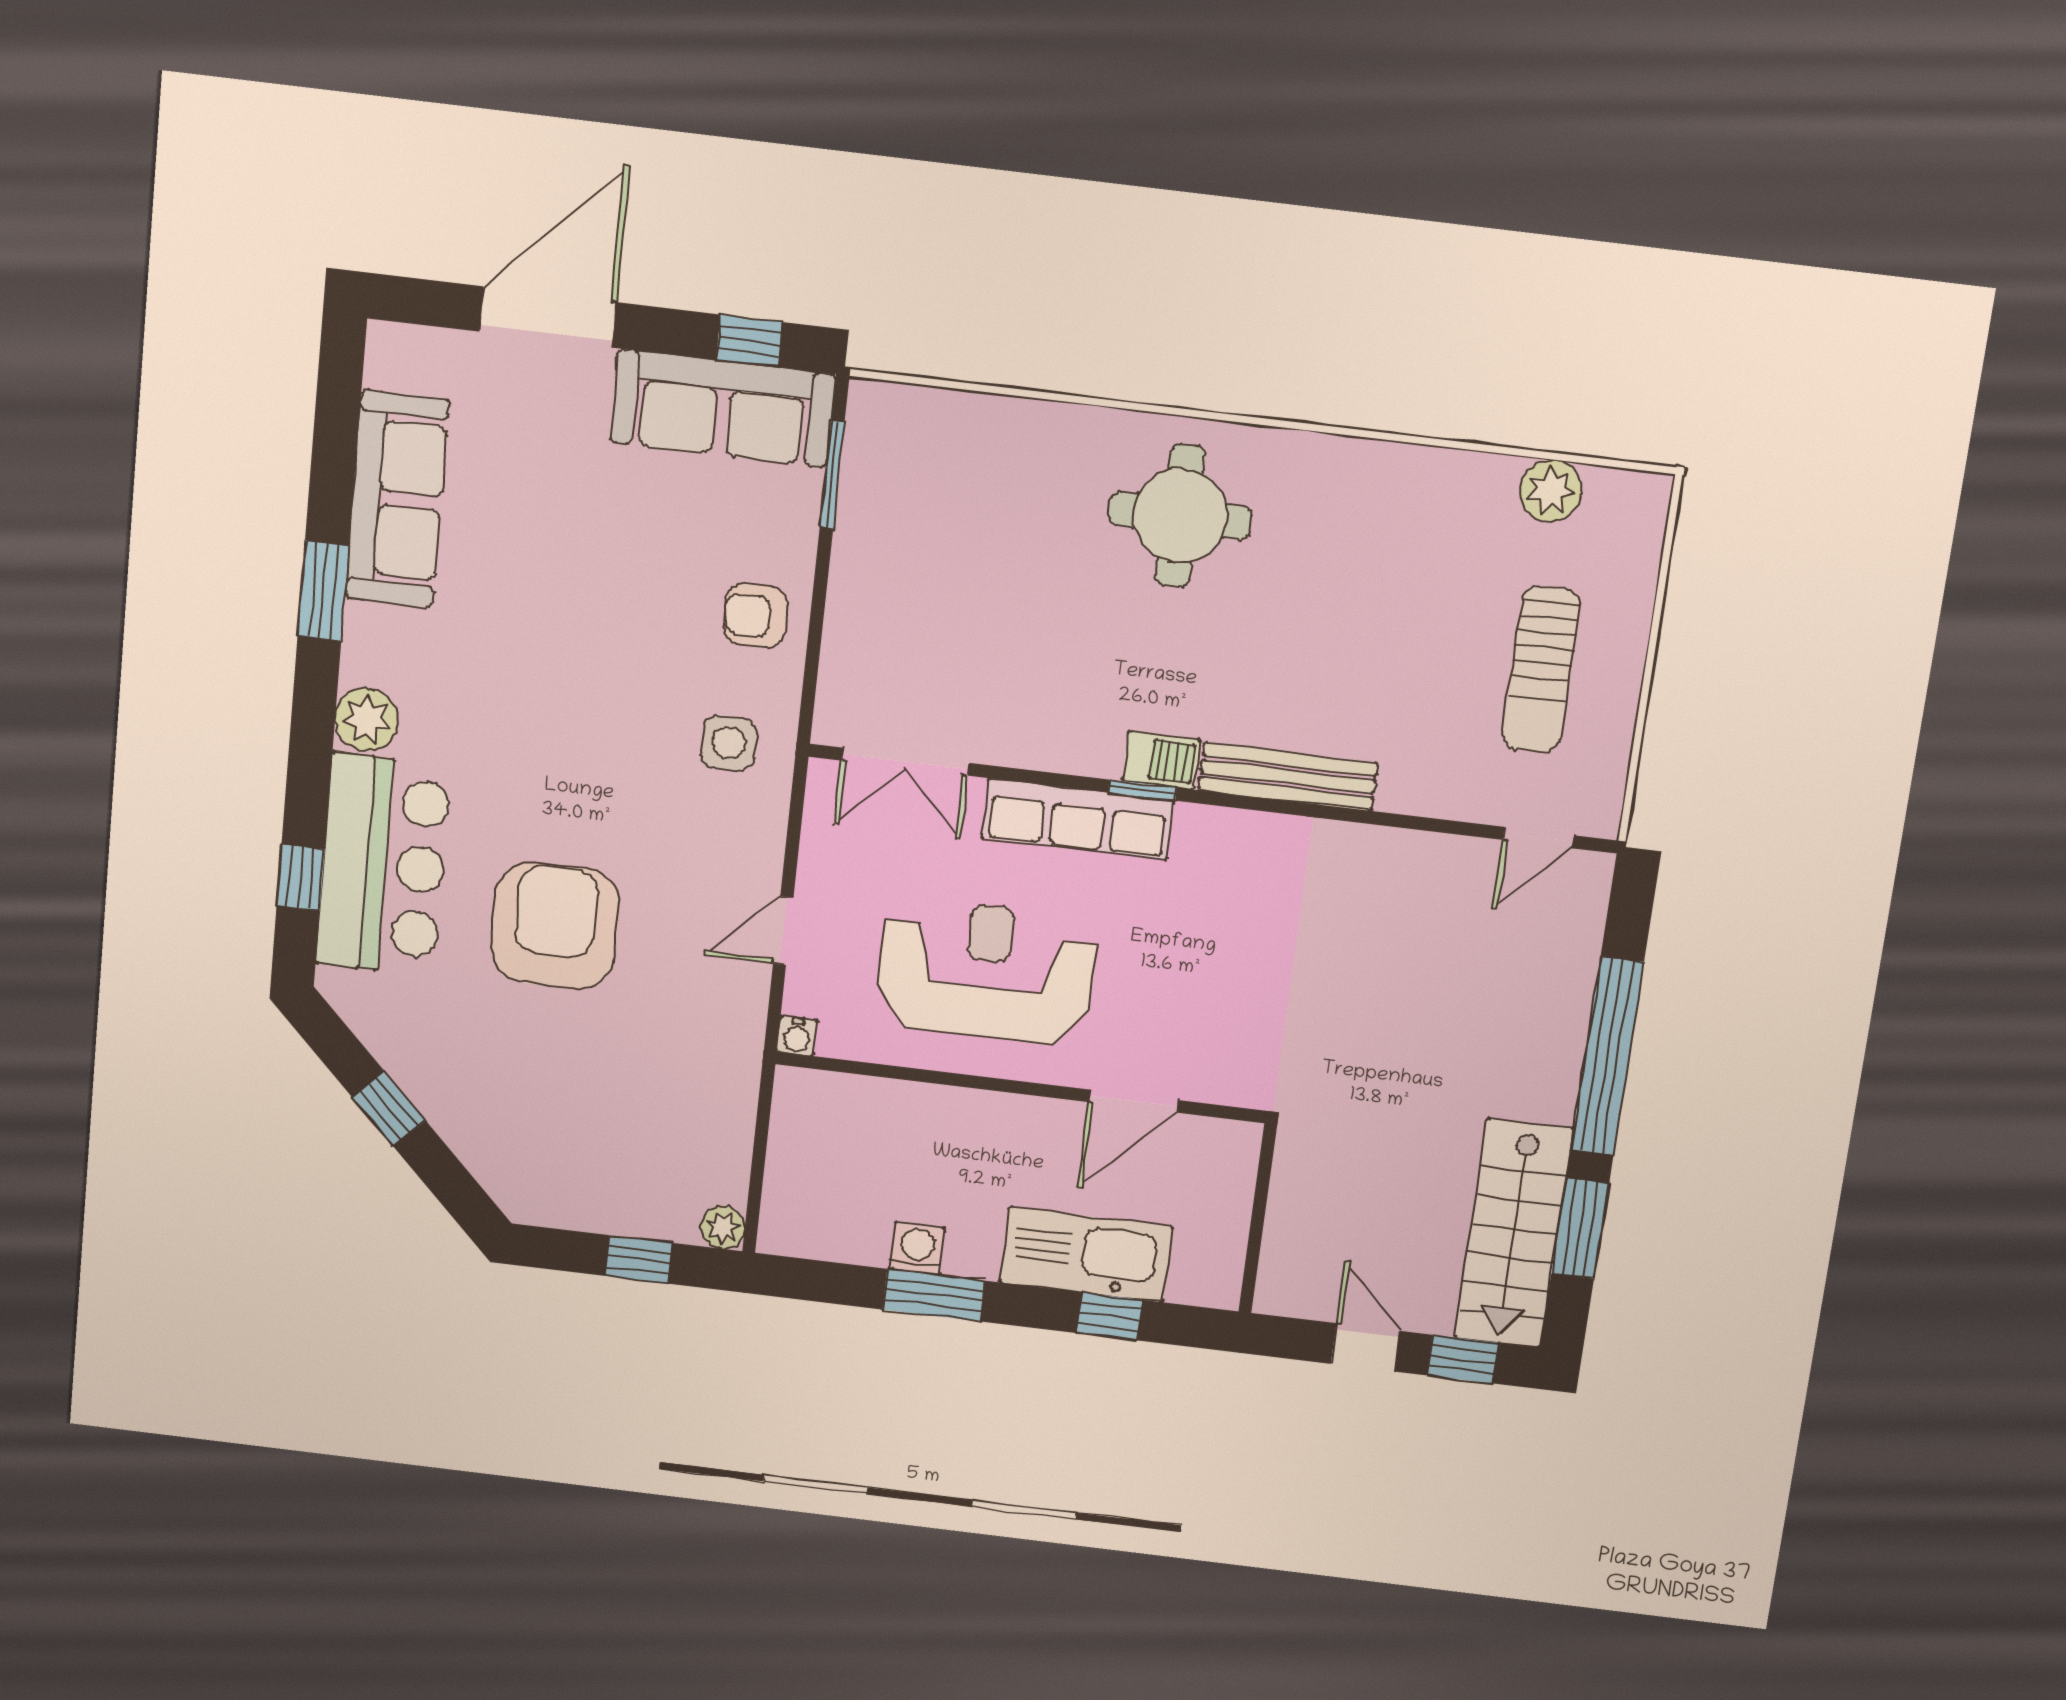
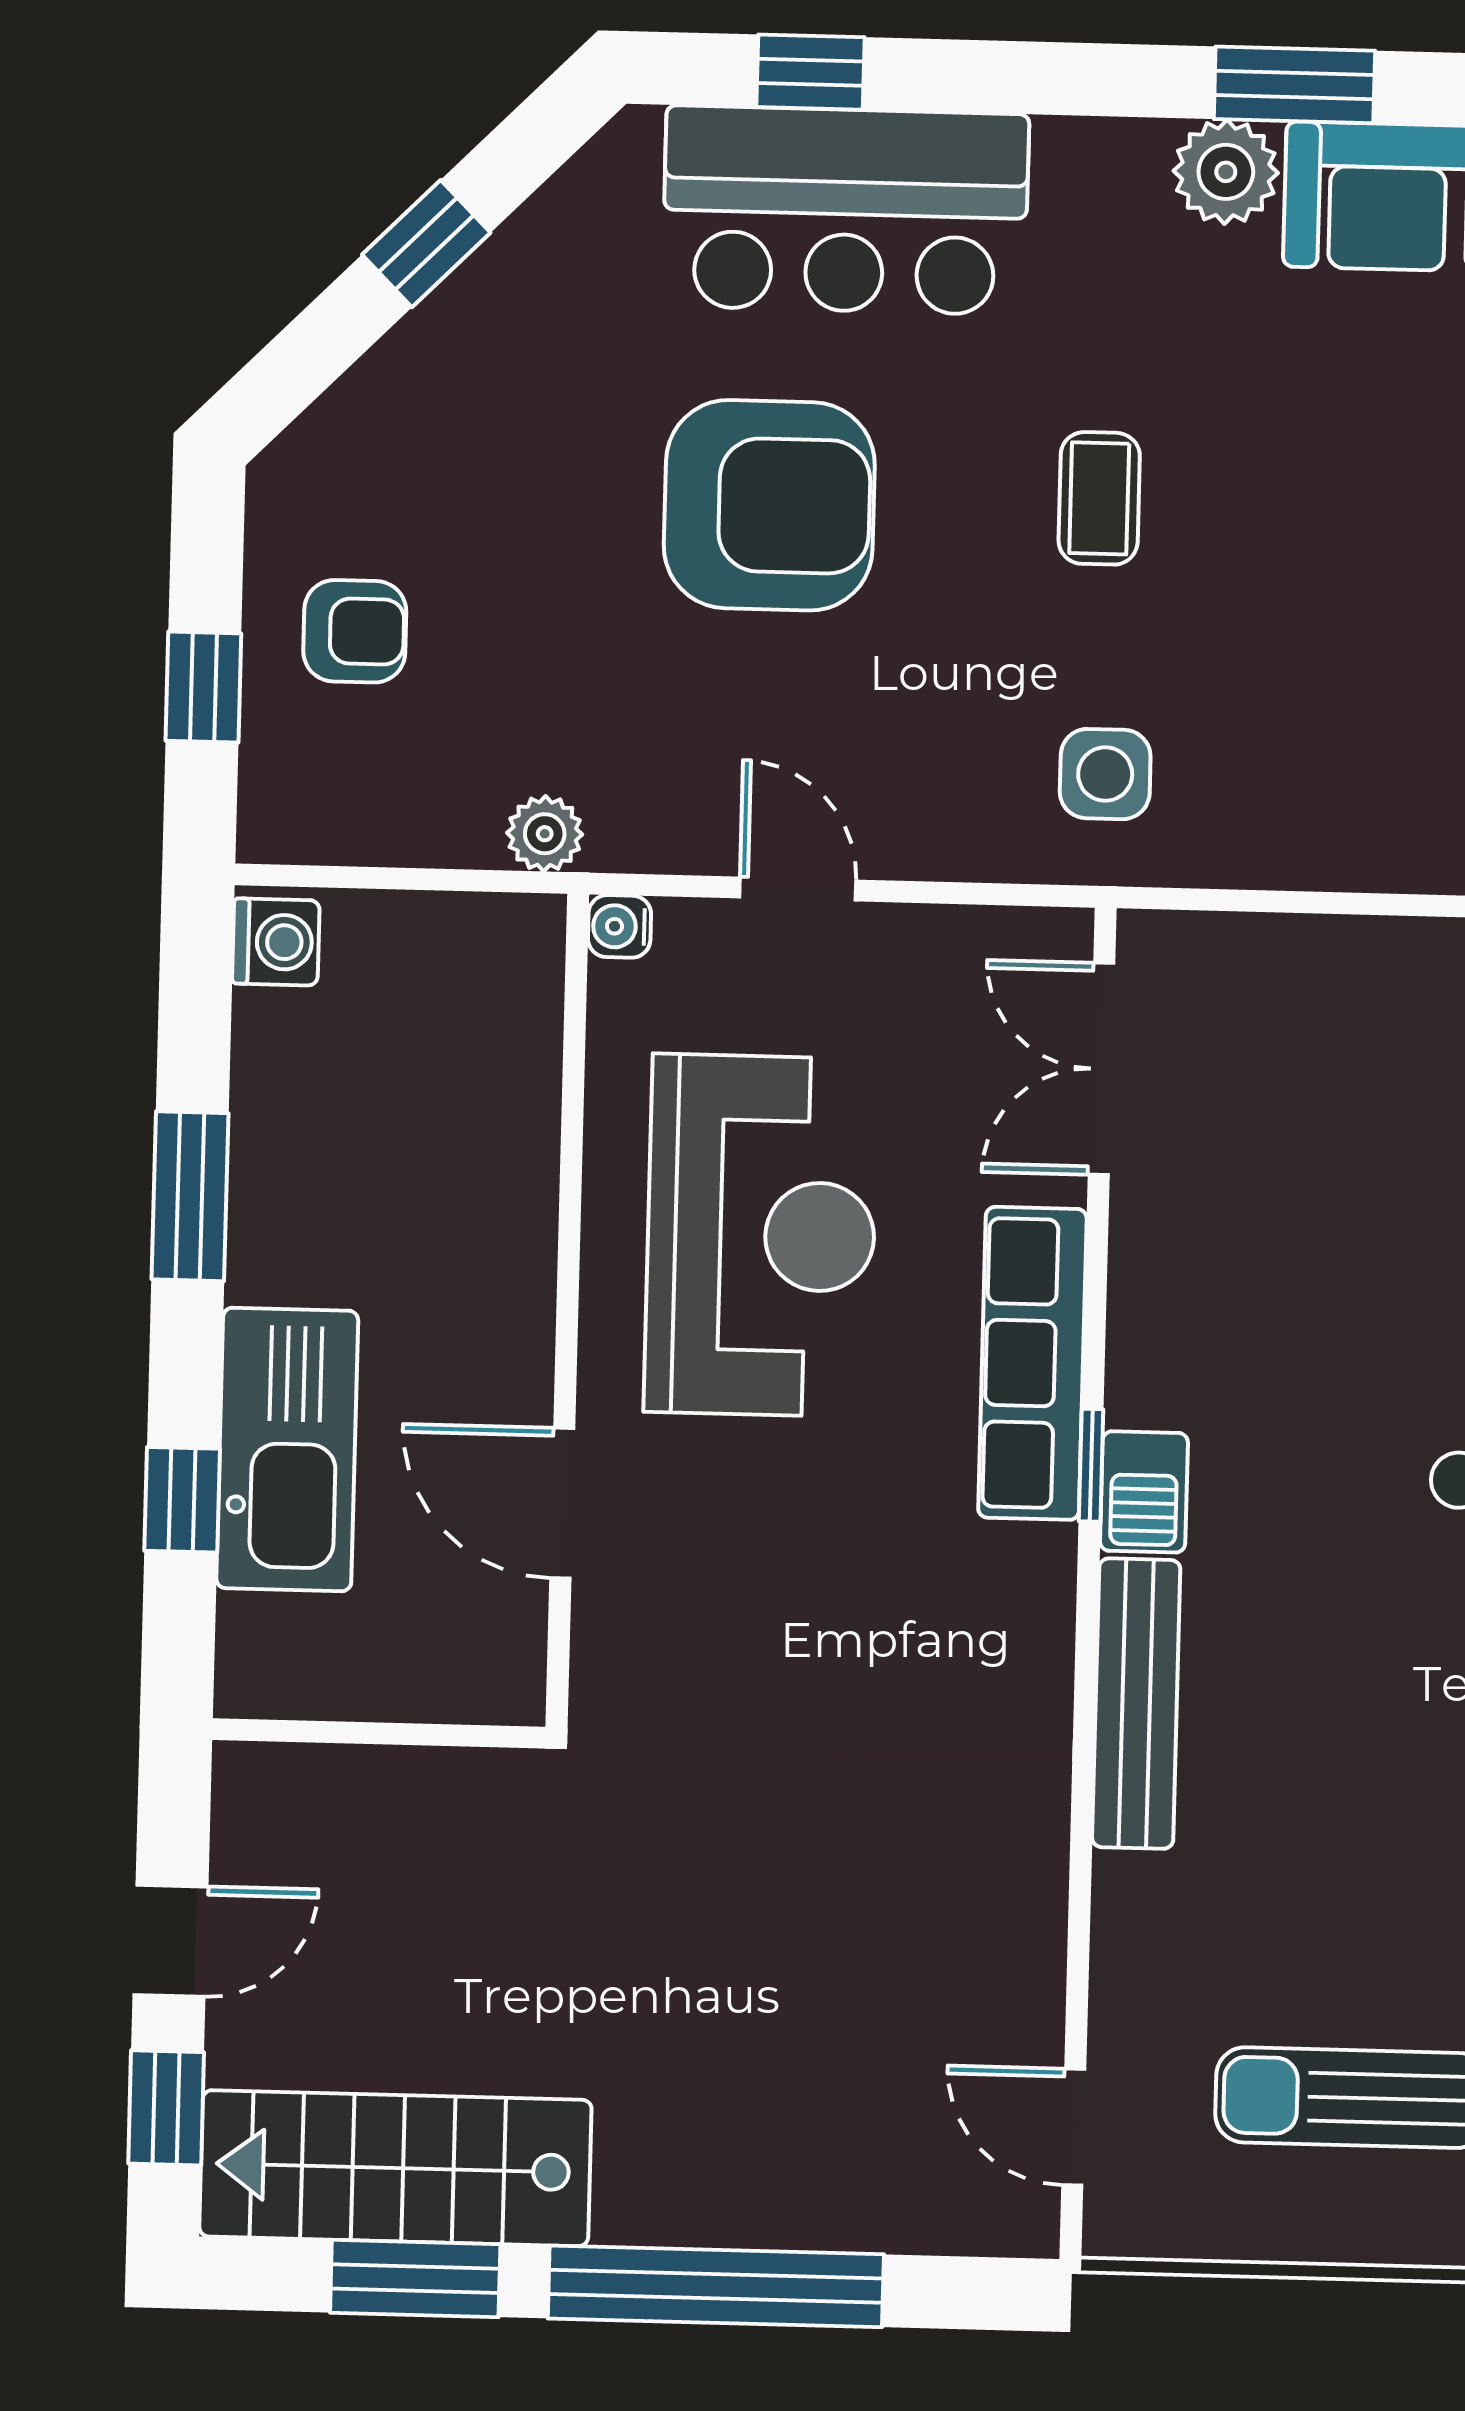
armchair: (755, 616) -> (355, 631), moved, turned 90
plant: (366, 720) -> (1226, 172), moved
coffee table: (564, 731) -> (1099, 498), added
plant: (723, 1228) -> (545, 834), moved
washing machine: (917, 1248) -> (276, 942), moved

